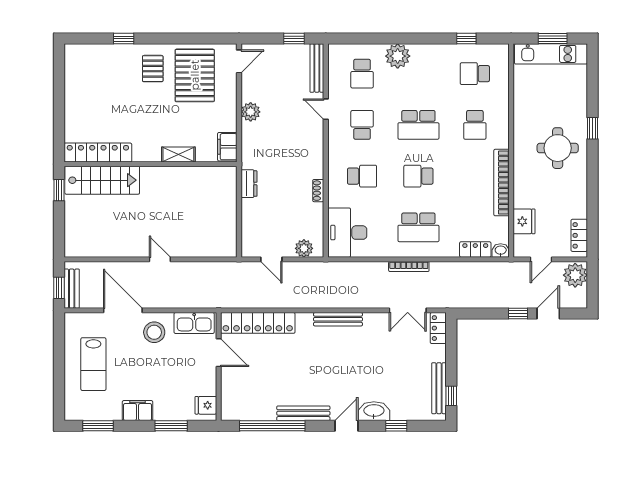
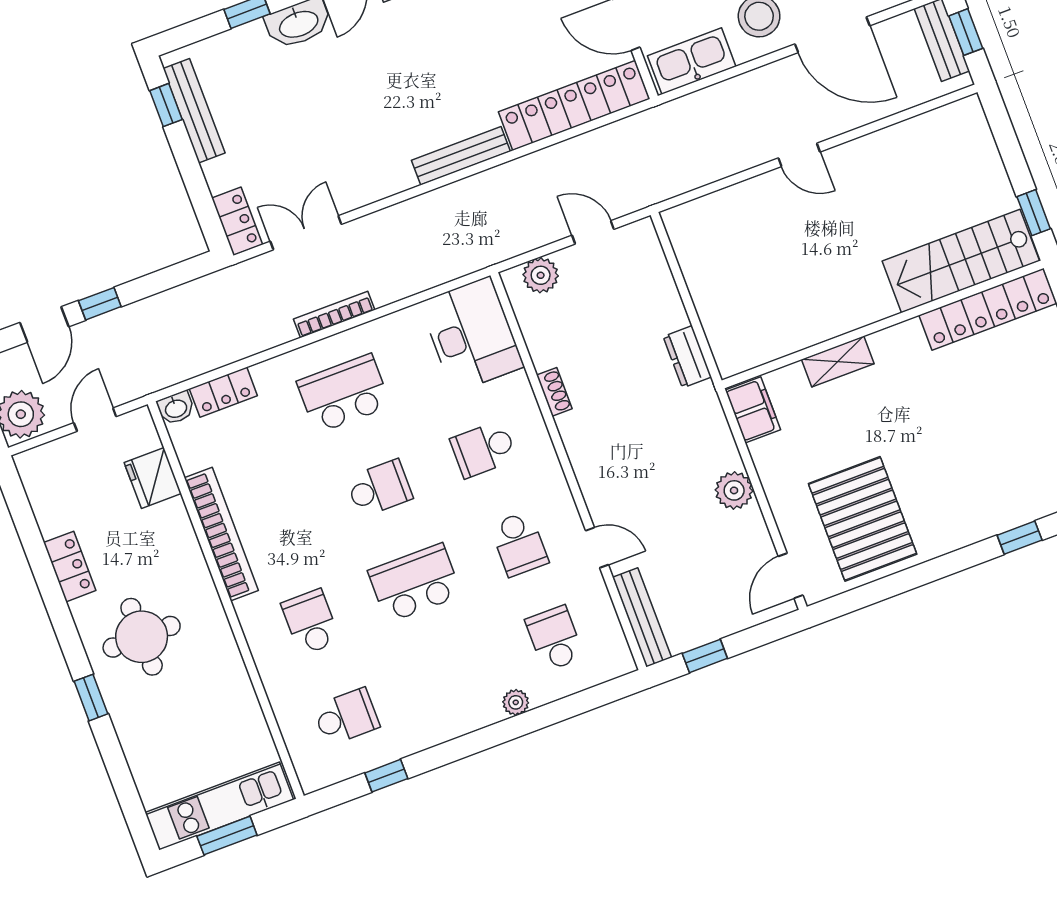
plant: (398, 56) -> (516, 702), width x0.53, depth x0.53
pallet: (153, 69) -> (945, 502), removed
locker: (579, 235) -> (70, 567), moved
bench: (338, 319) -> (461, 156), moved

